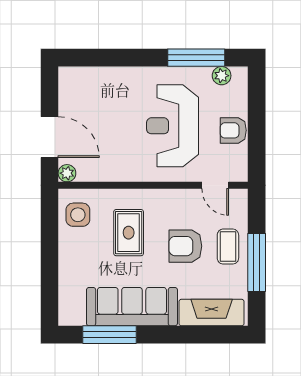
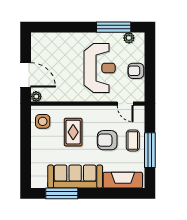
reception desk: (173, 126) -> (100, 68), turned 180

